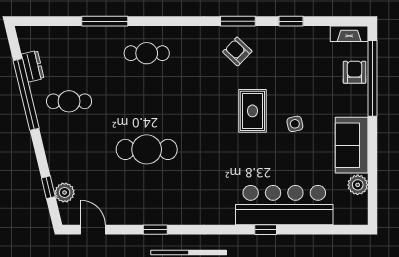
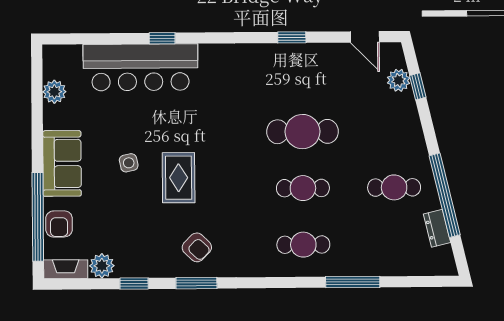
plant: (318, 36) -> (102, 266), added
cafe table: (147, 101) -> (303, 188), added
sofa: (352, 145) -> (62, 163), moved

